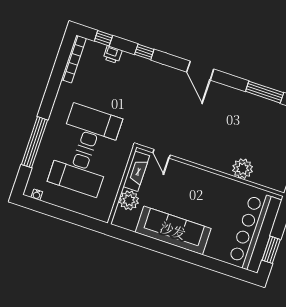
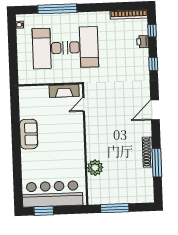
shoe rack: (248, 99) -> (148, 152), added
plant: (129, 200) -> (41, 94), removed
sofa: (173, 230) -> (29, 134), width x0.54, depth x0.79

